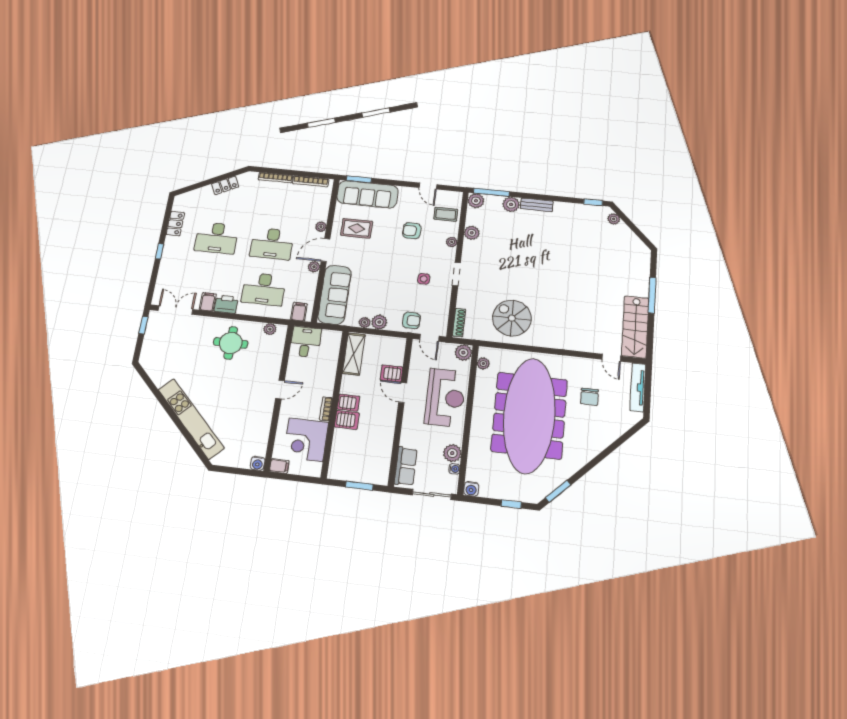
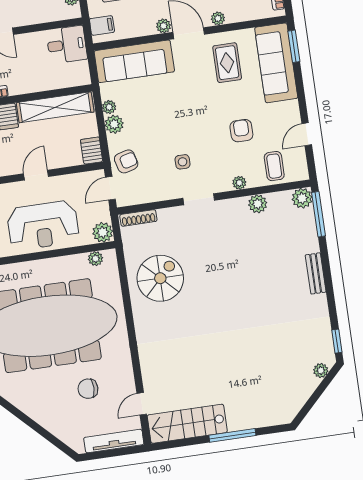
plant: (511, 204) -> (308, 242), removed
armchair: (411, 320) -> (126, 161), turned -105
shelving: (354, 354) -> (55, 107), width x1.47
server rack: (391, 373) -> (92, 151), moved

